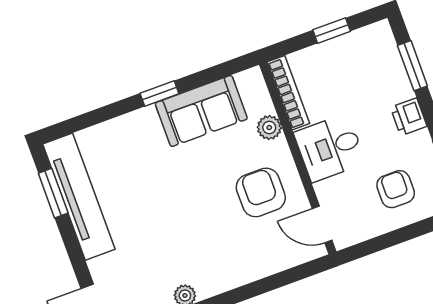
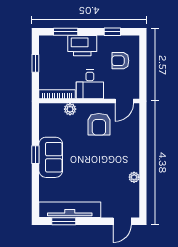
sofa: (201, 111) -> (51, 157), moved
printer: (409, 117) -> (82, 46), width x1.87, depth x1.48
armchair: (261, 192) -> (99, 124), turned -90

